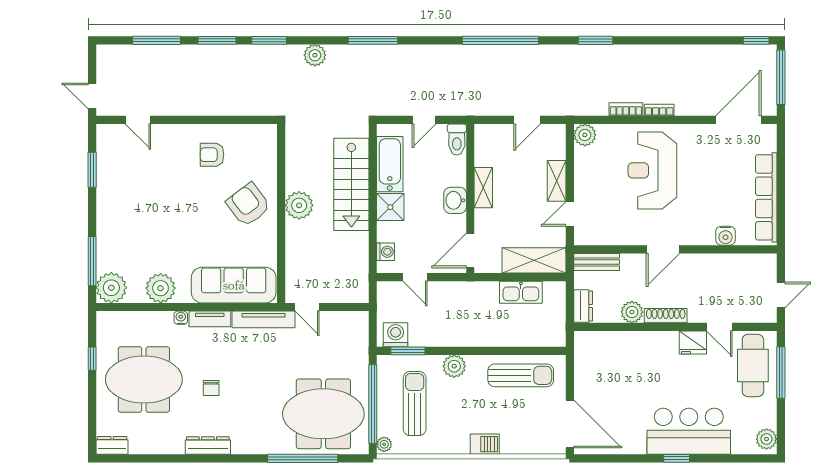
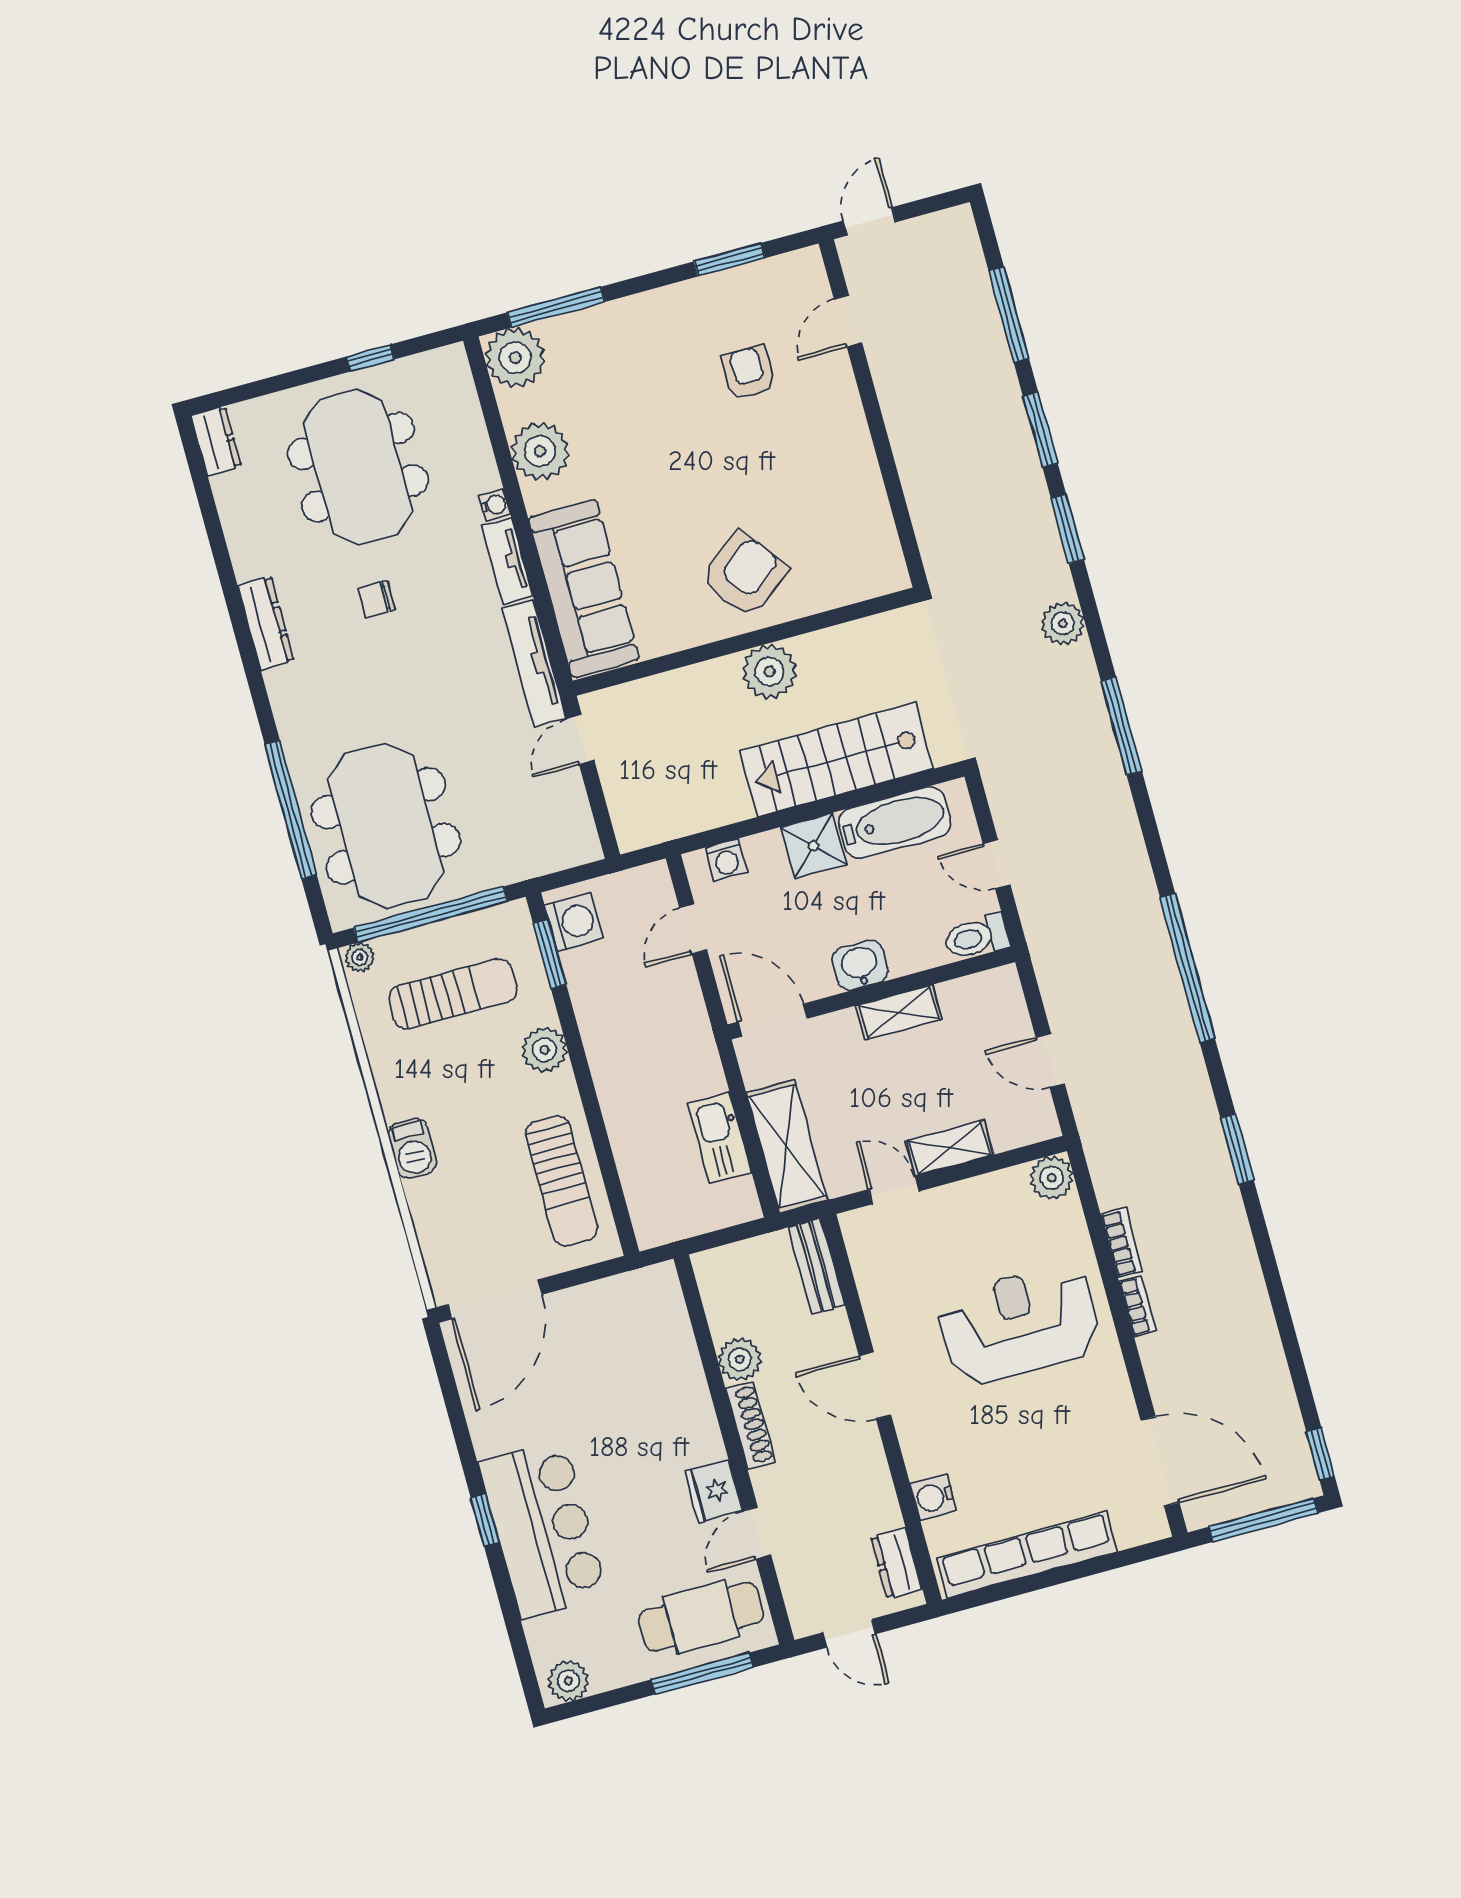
armchair: (212, 155) -> (748, 372), moved
dresser: (583, 306) -> (897, 1563), moved, turned 90

